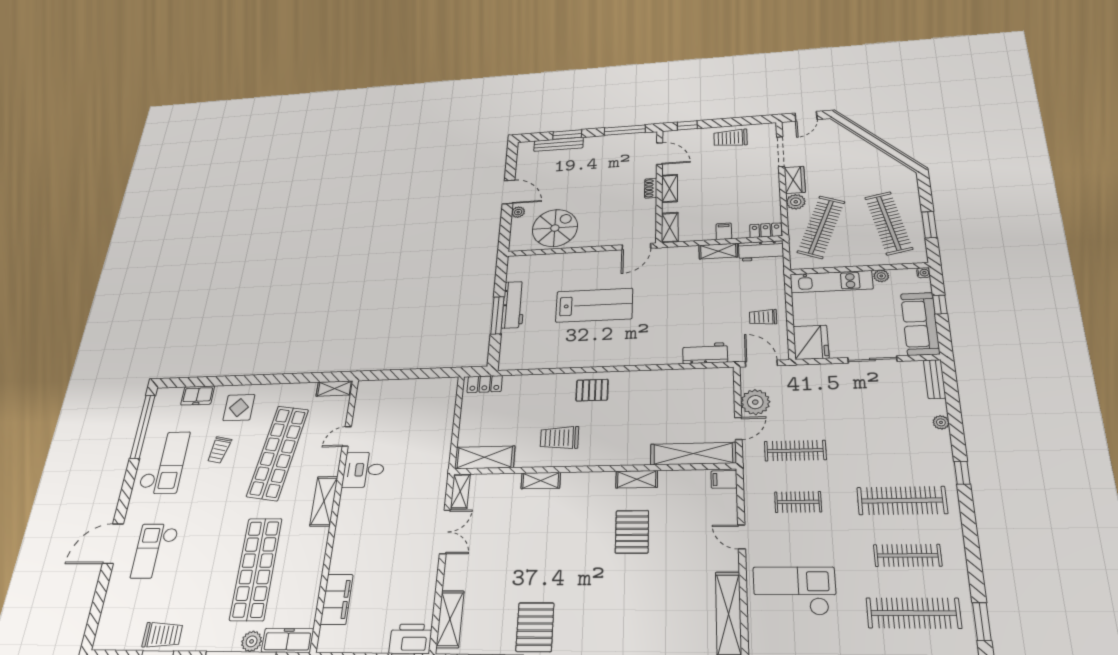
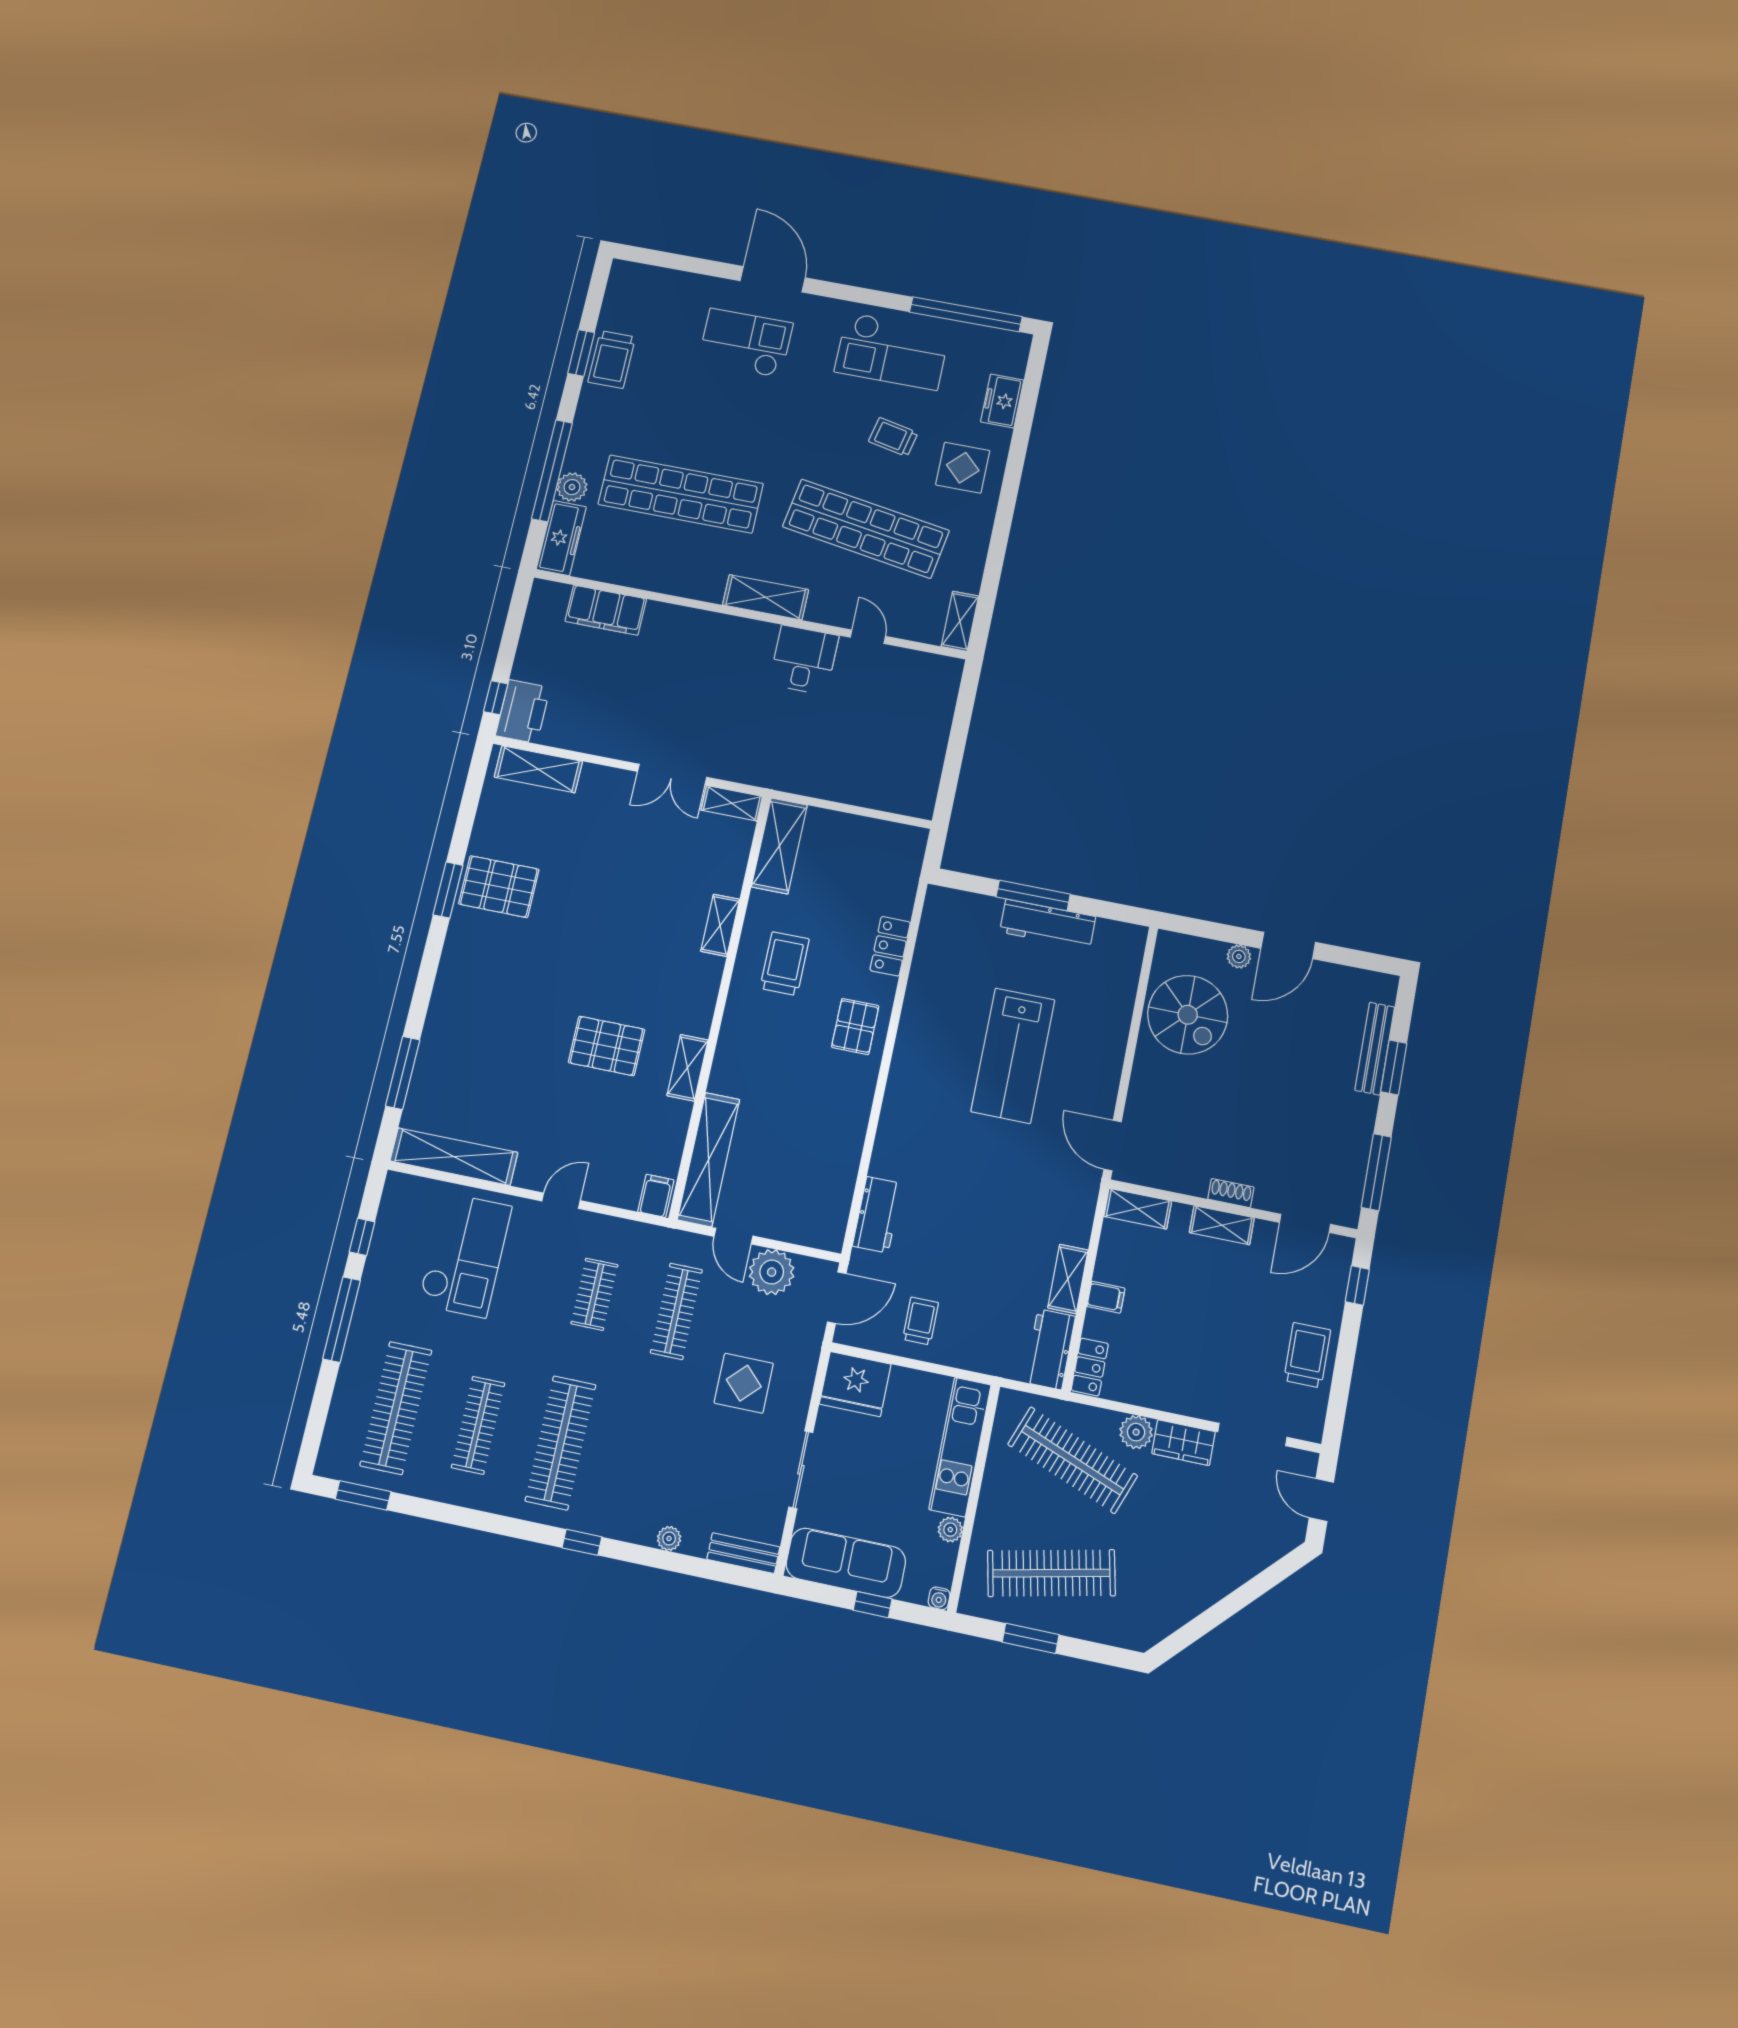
locker: (485, 384) -> (890, 946), moved
display table: (829, 402) -> (744, 1383), added

